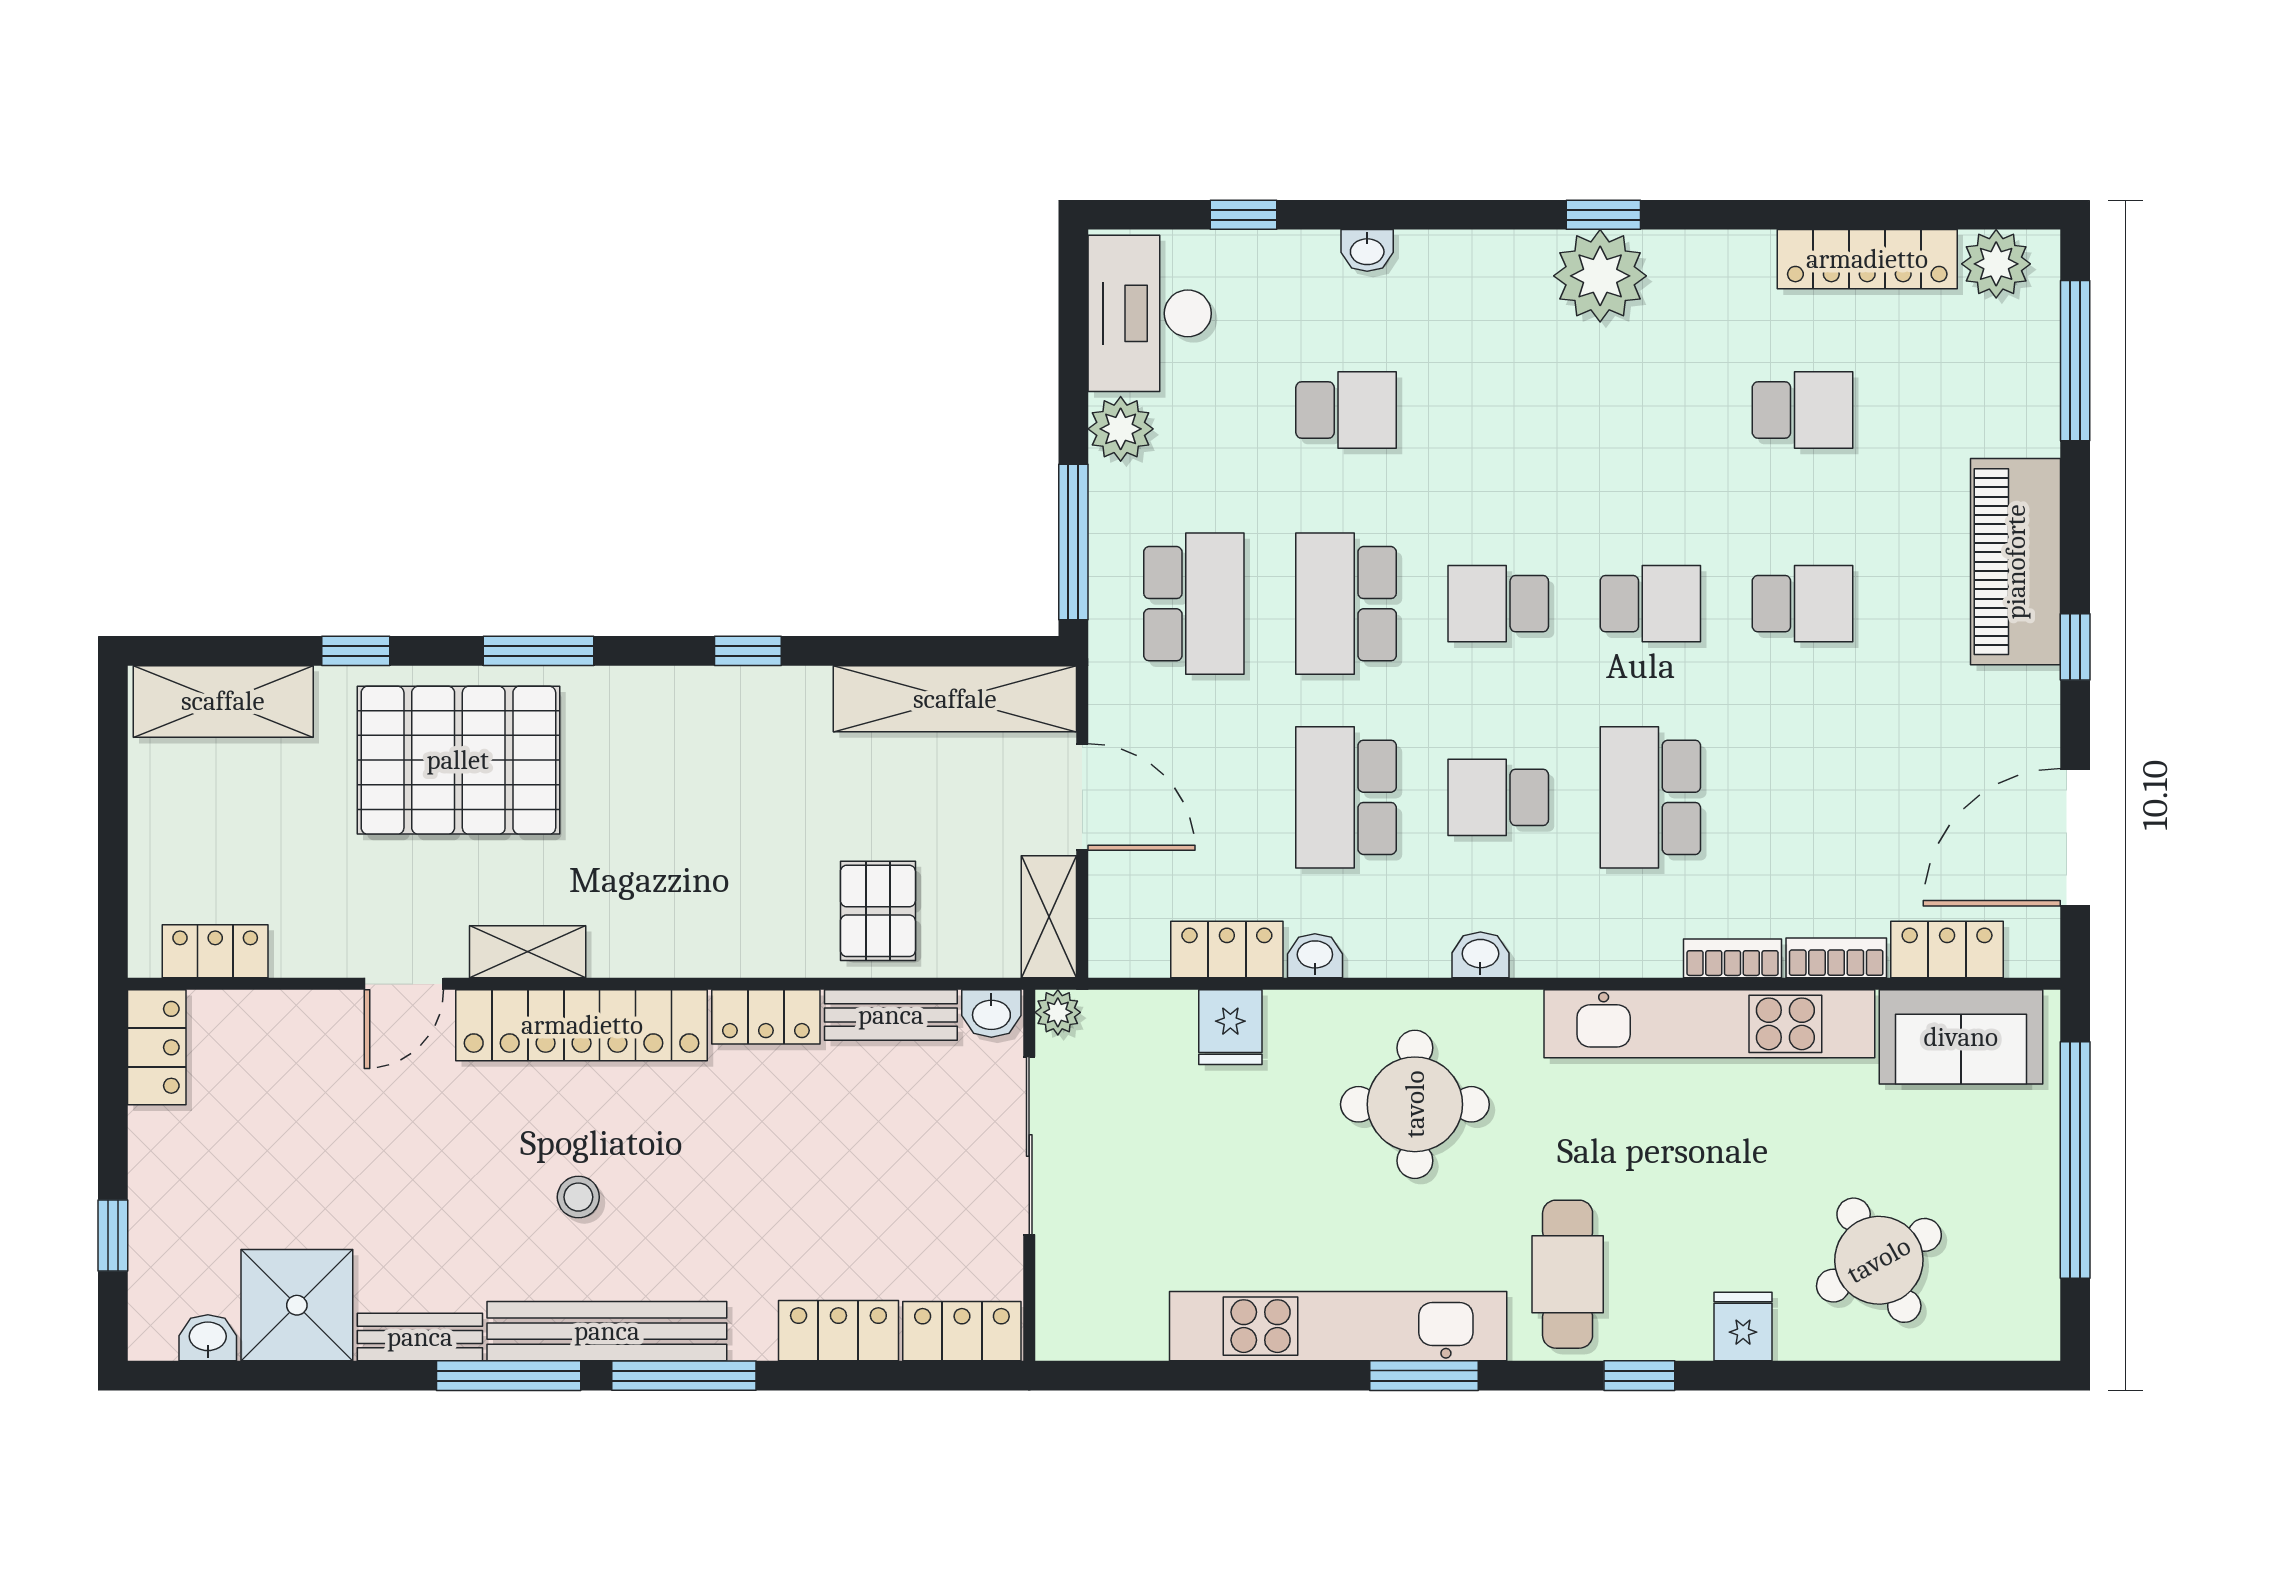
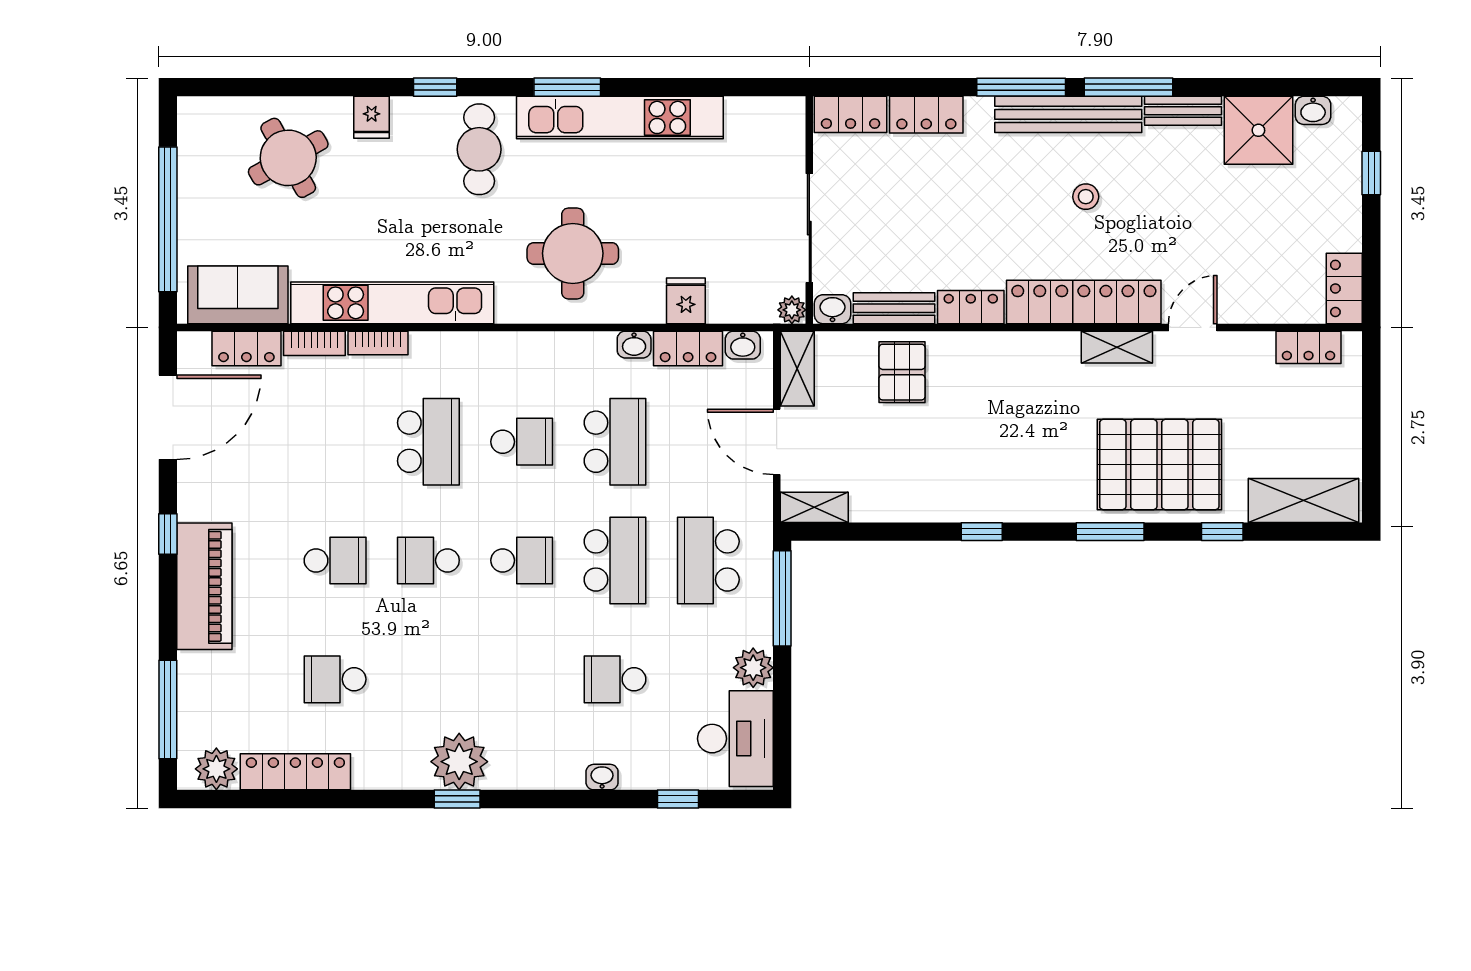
school desk: (1803, 604) -> (335, 560), turned 180
shelving: (955, 699) -> (814, 507), width x0.45, depth x0.75
washbasin: (1480, 955) -> (743, 345), moved

